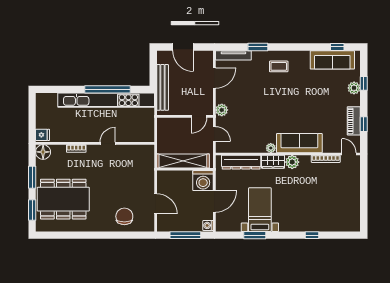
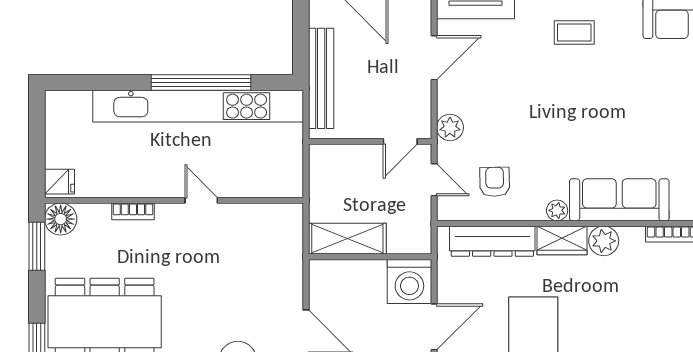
armchair: (242, 135) -> (495, 182), added
door: (108, 143) -> (201, 200), hinge flipped
shelving: (183, 161) -> (347, 239), width x0.68
window: (32, 177) -> (37, 246), moved

